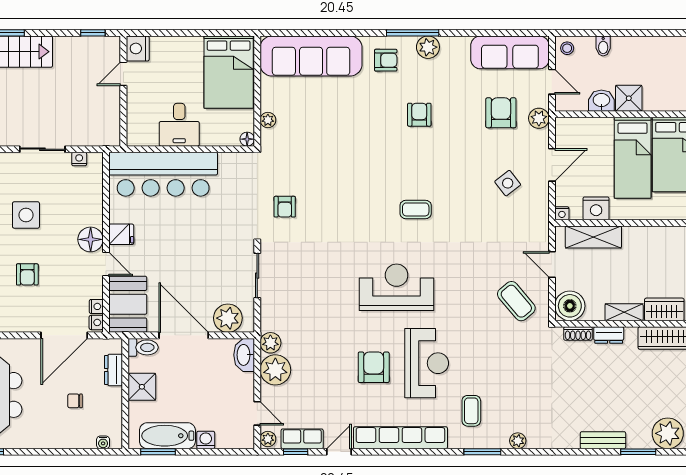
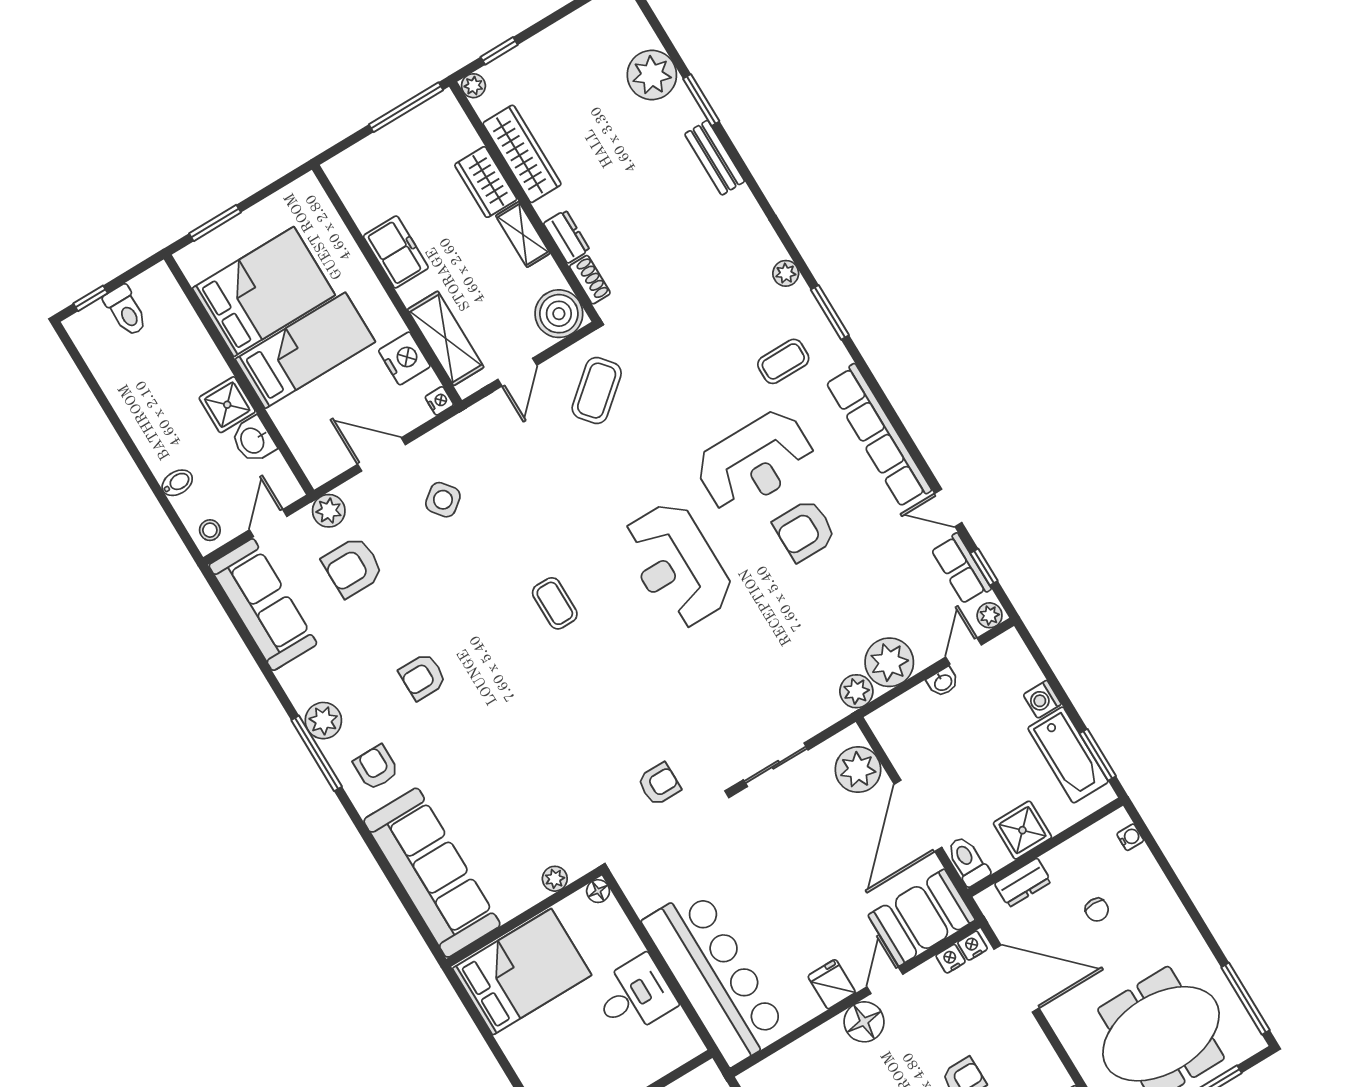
freezer: (656, 238) -> (396, 252), added
washbasin: (244, 355) -> (943, 682), moved, width x0.52, depth x0.69
reception desk: (427, 363) -> (755, 462), turned 180

